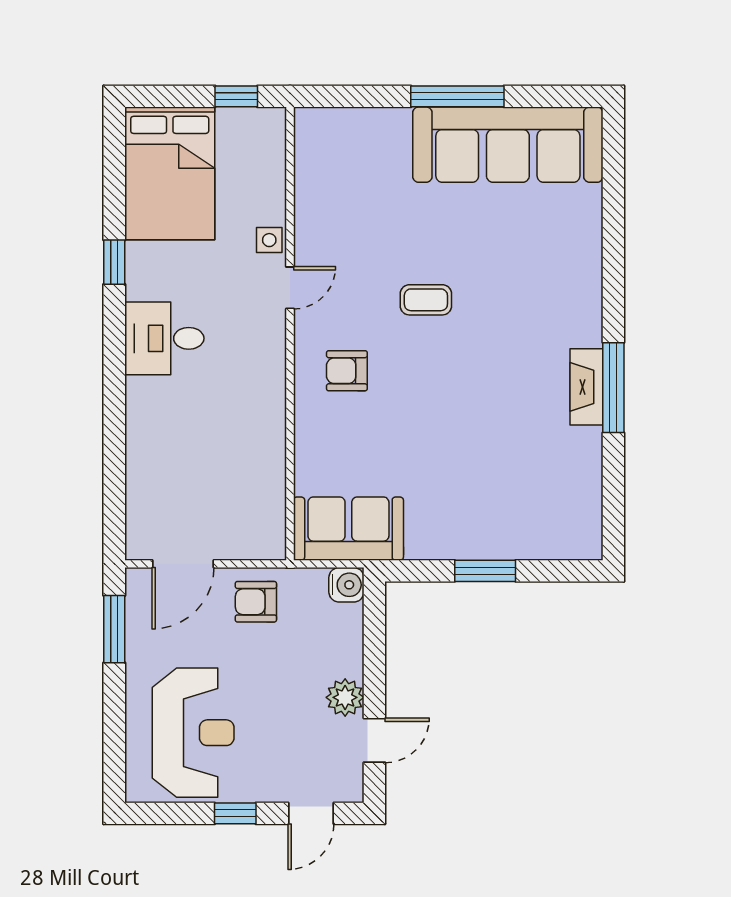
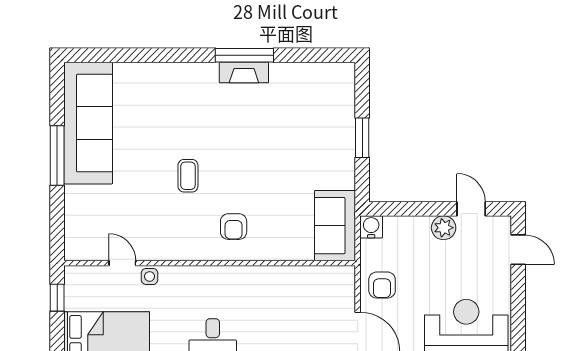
door: (290, 288) -> (122, 263), moved
window: (235, 813) -> (518, 298), removed

